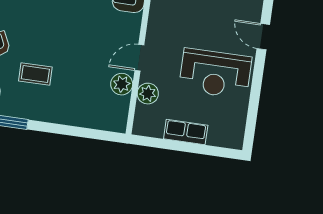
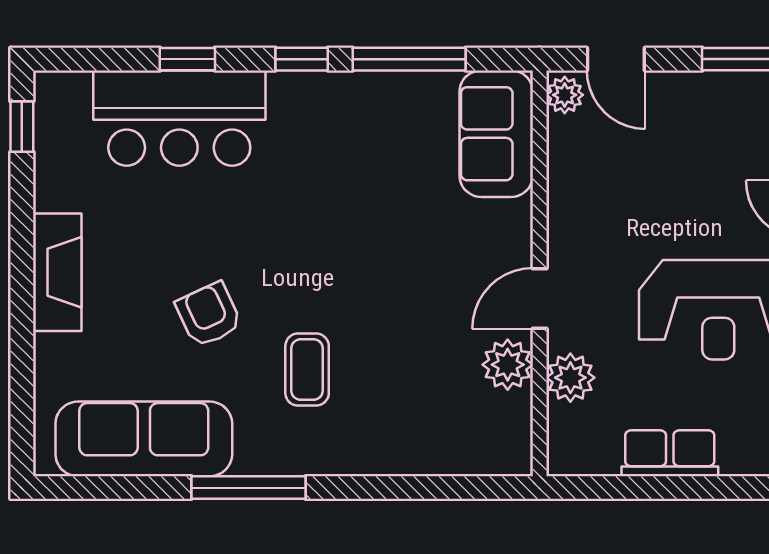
coffee table: (35, 74) -> (307, 370), turned 90

